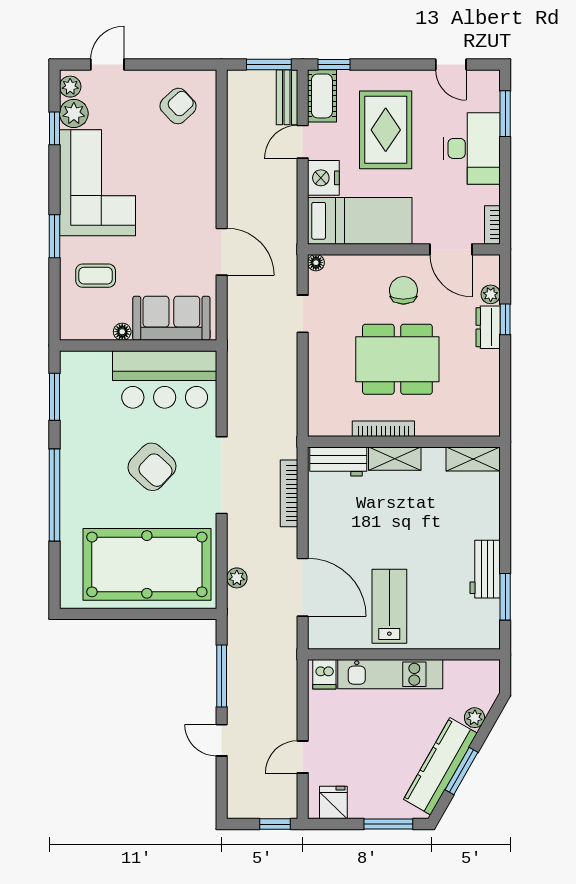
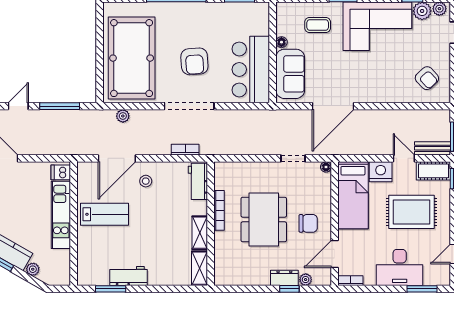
door: (222, 252) -> (333, 106), width x1.36
coffee table: (96, 276) -> (318, 25), turned 90
shelving: (395, 459) -> (200, 233), moved
armchair: (152, 467) -> (194, 61), turned -47
bookcase: (289, 493) -> (185, 150), width x0.64
stool: (338, 542) -> (146, 181), added

